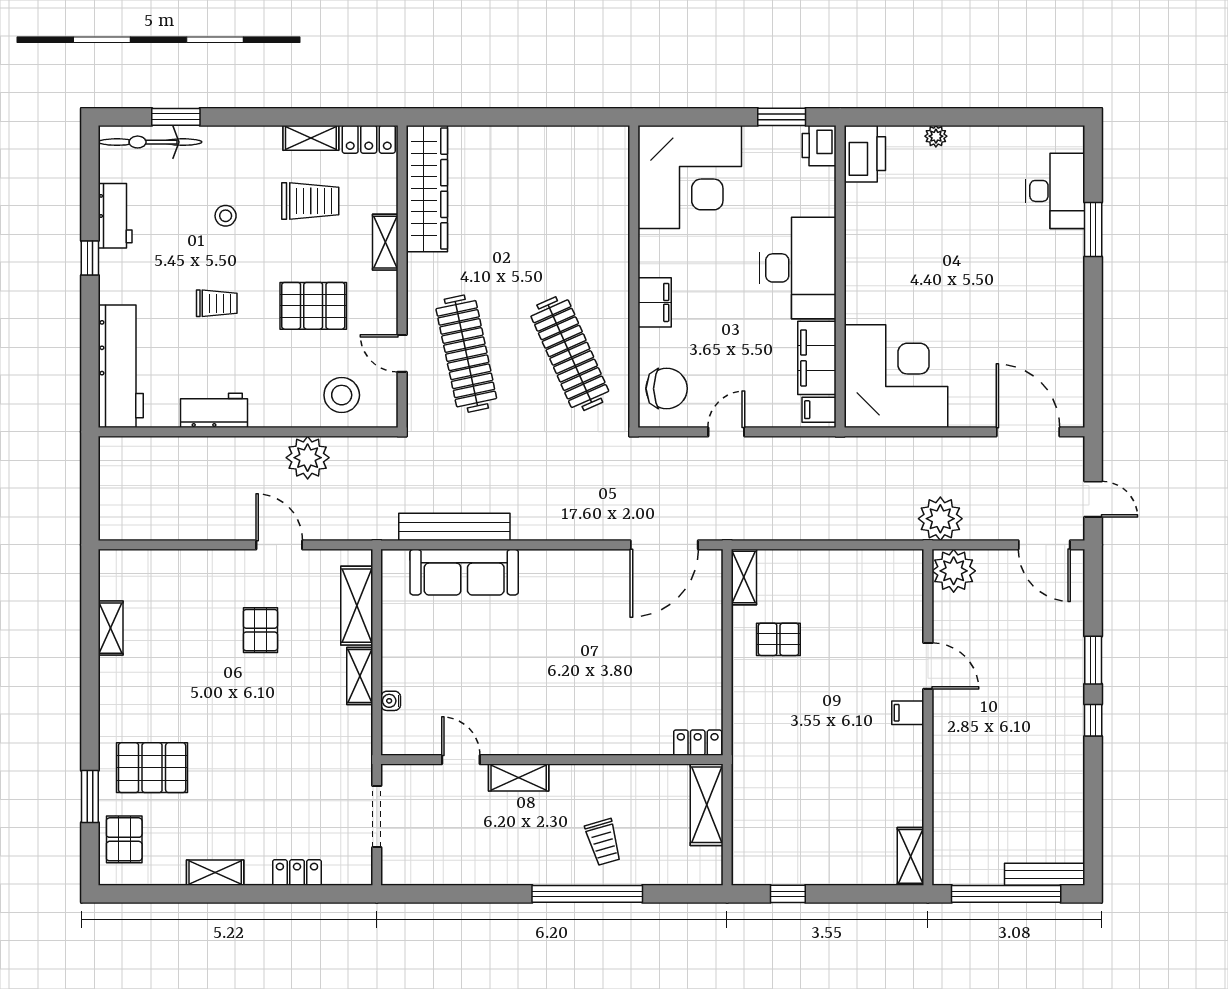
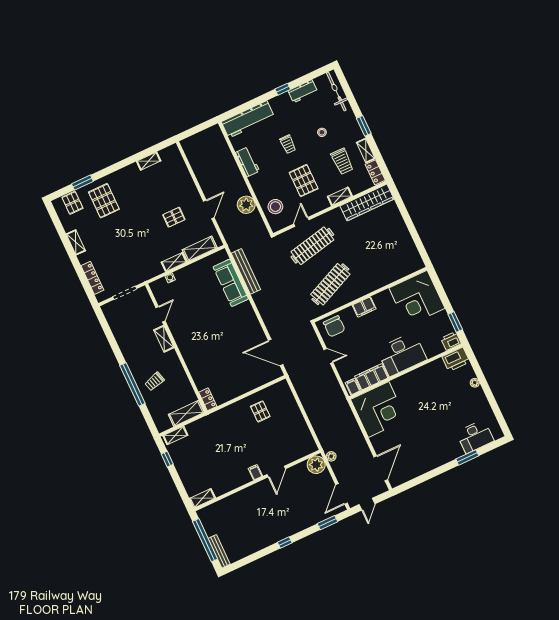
window: (176, 117) -> (364, 126), moved
plant: (940, 519) -> (331, 456), width x0.53, depth x0.53
shelving: (744, 577) -> (175, 435), moved
window: (1093, 660) -> (328, 523), moved
pallet: (124, 839) -> (72, 203), turned 90
locker: (297, 873) -> (92, 278), width x1.53

